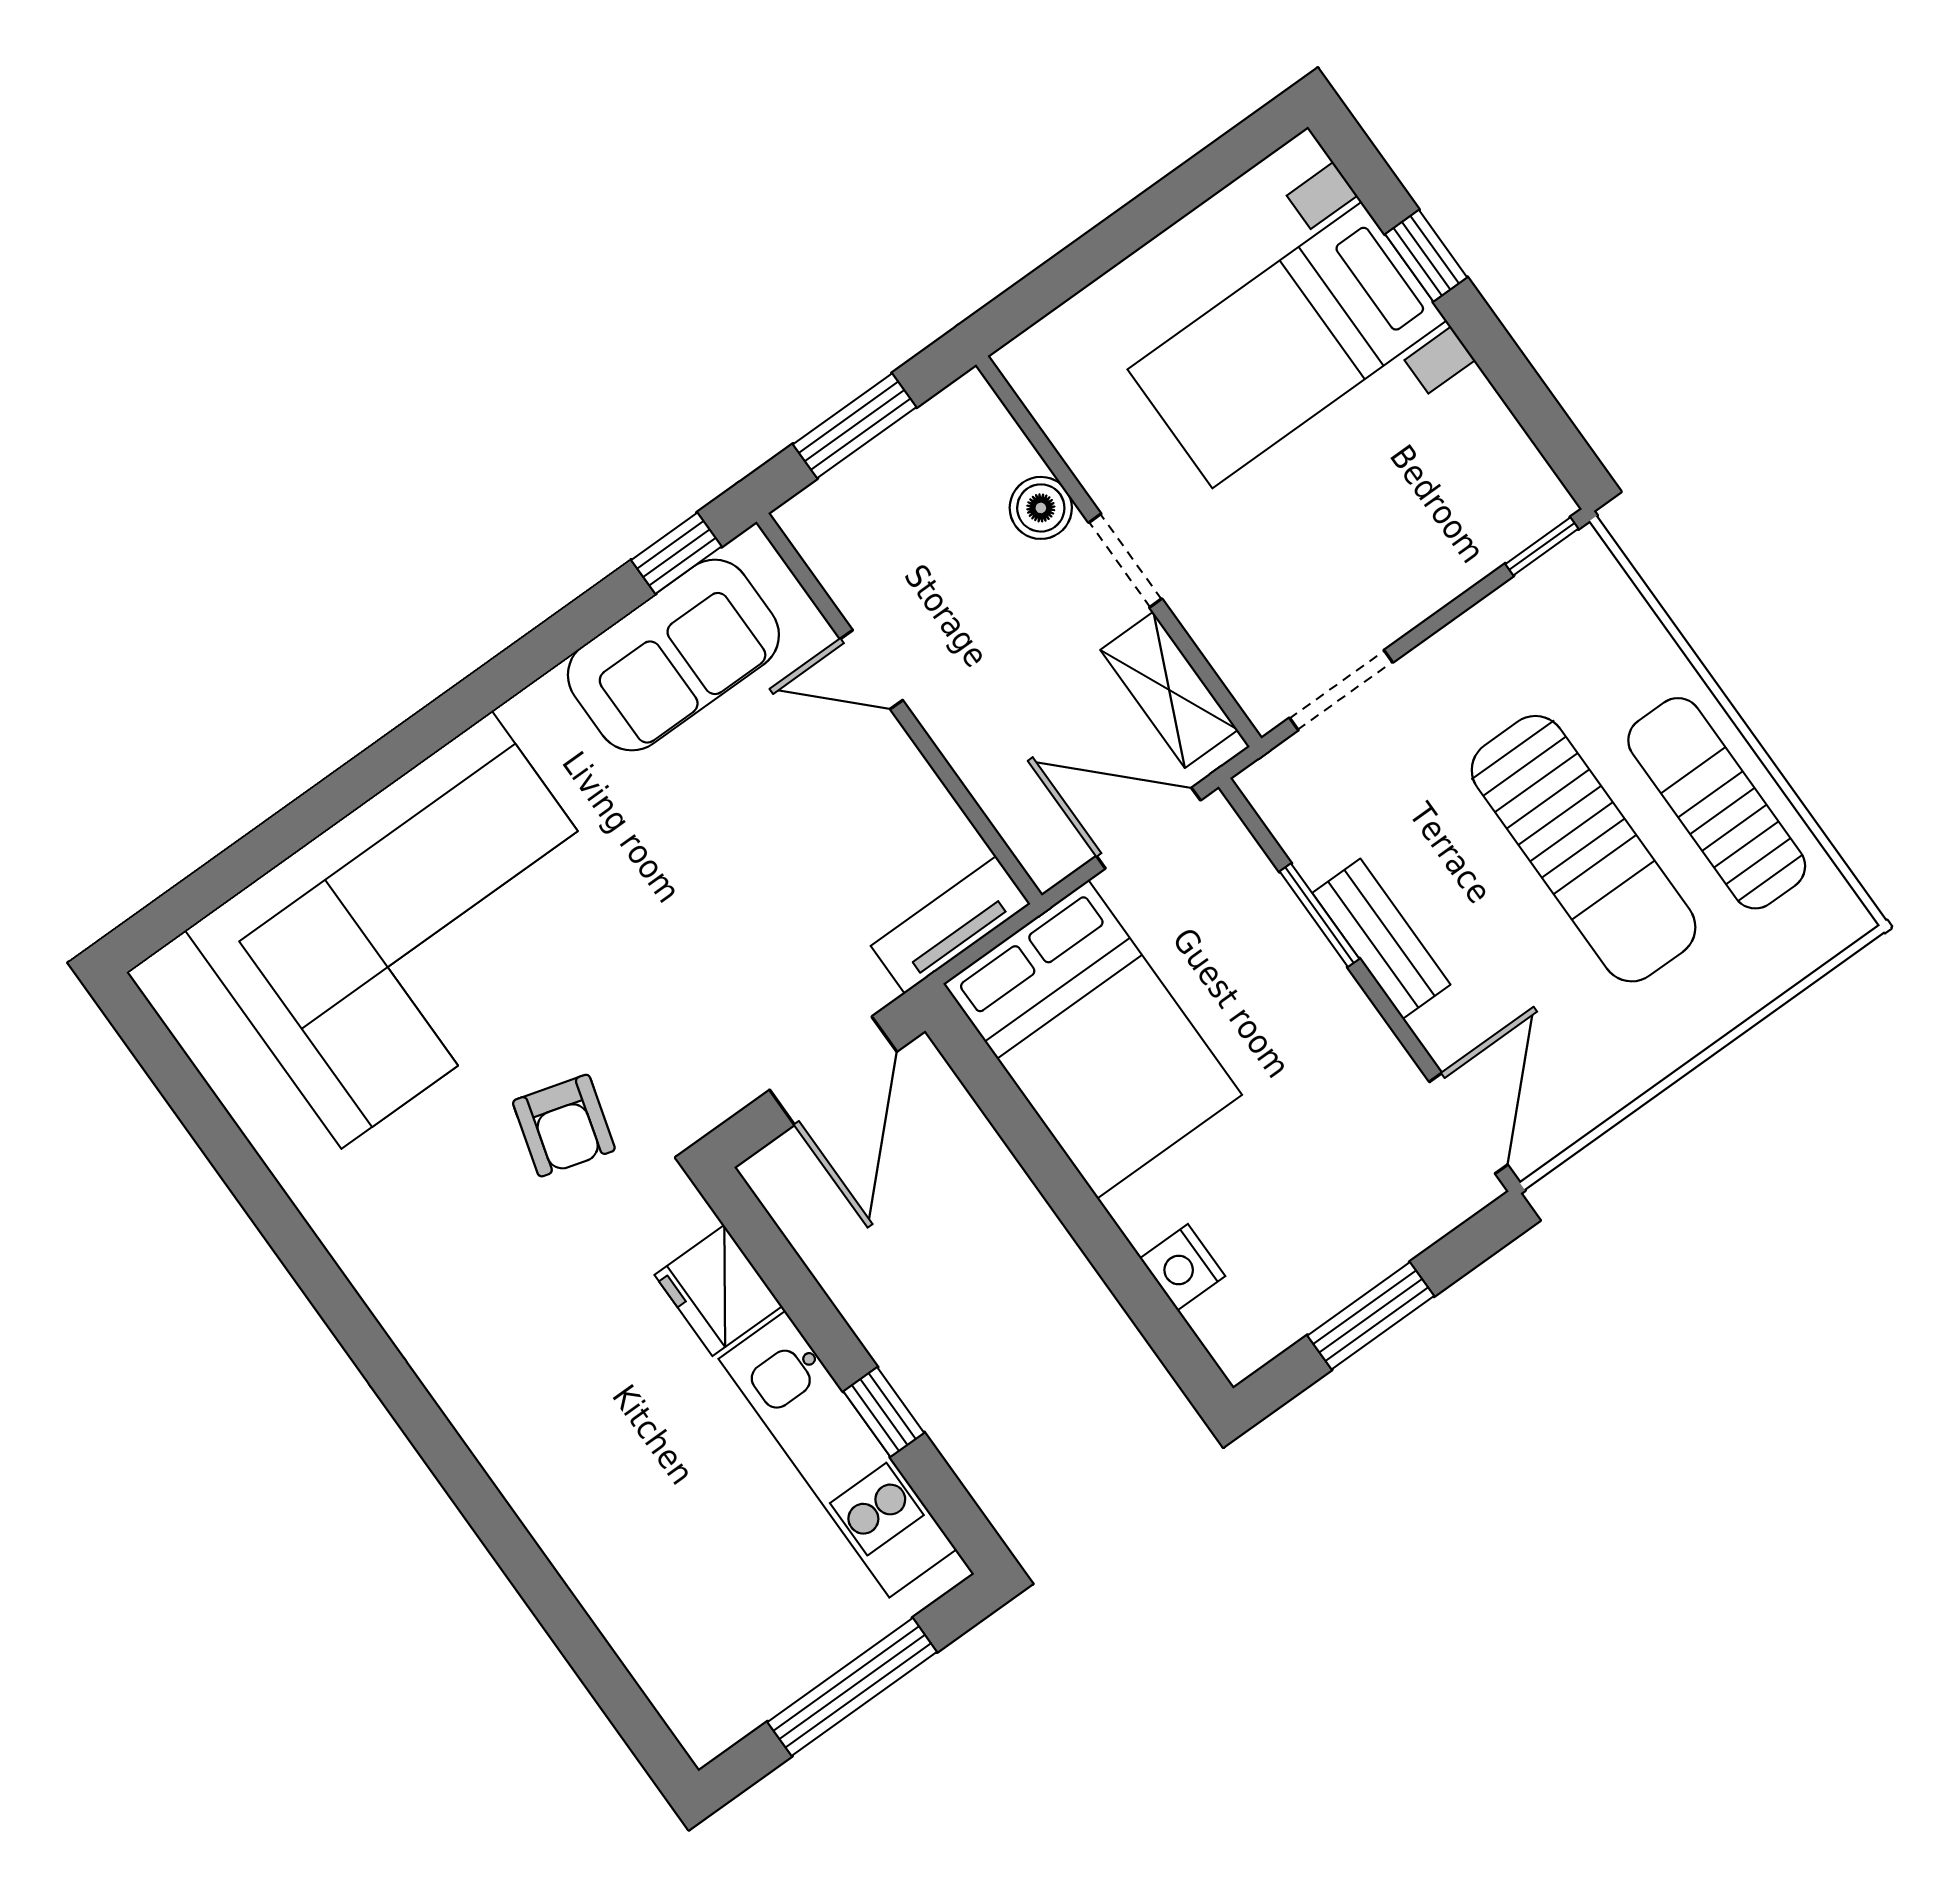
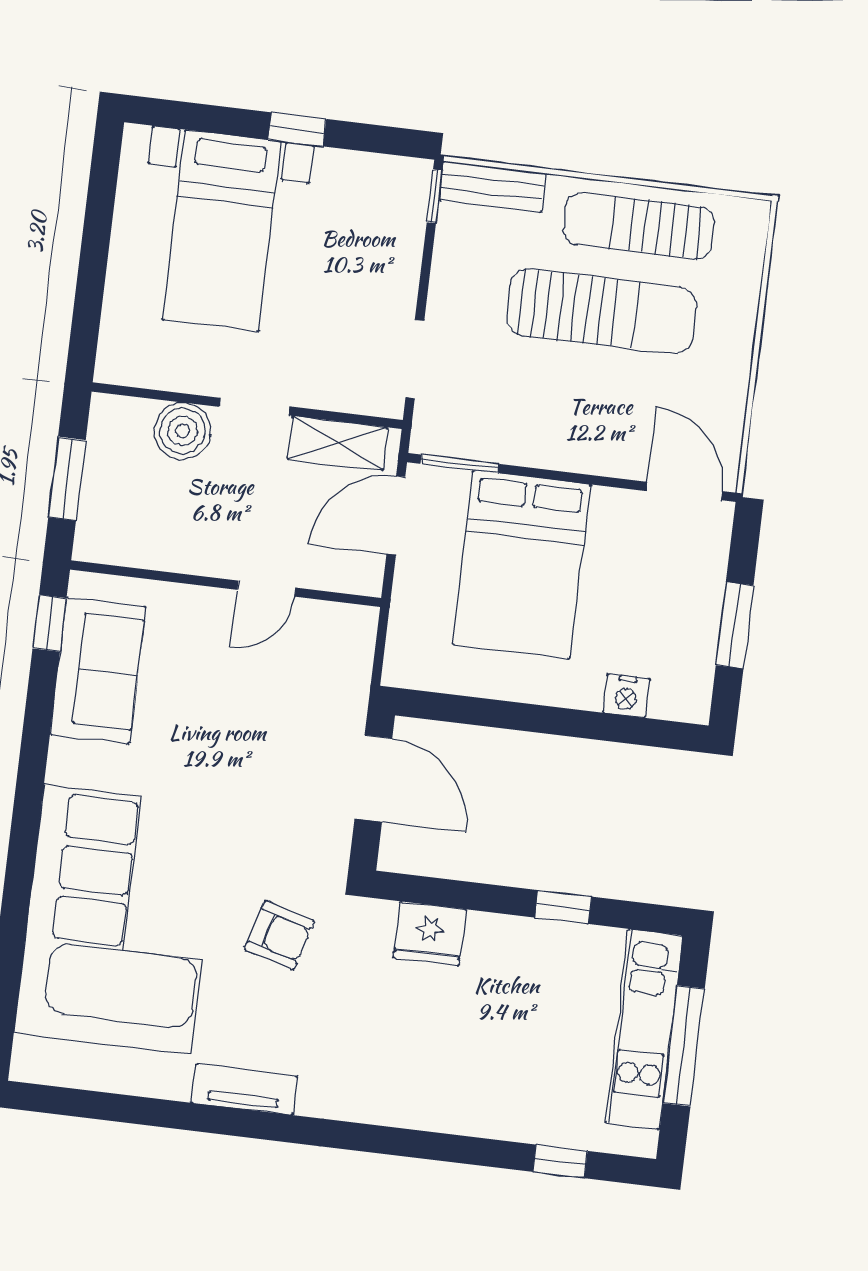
window: (1426, 256) -> (297, 129), moved
boiler: (1041, 508) -> (182, 431), width x1.36, depth x1.36
door: (871, 670) -> (267, 589), moved
window: (1319, 915) -> (460, 464), moved
tv unit: (951, 925) -> (244, 1089), moved, turned 90
bench: (1381, 939) -> (492, 187), moved
bed: (1093, 1039) -> (522, 564), moved, turned 90
kitchen unit: (838, 1454) -> (644, 1029), moved, turned 90
window: (598, 1667) -> (560, 1161), added

